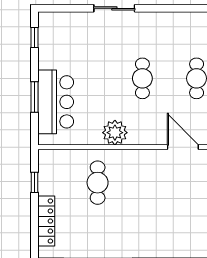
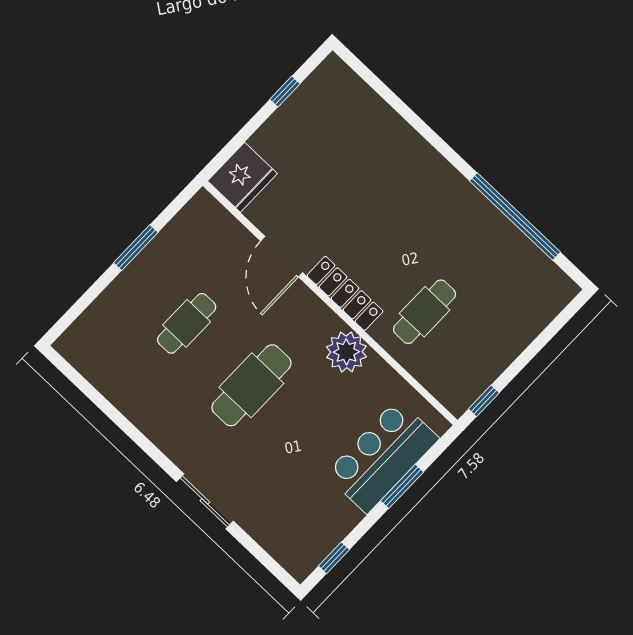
cafe table: (142, 78) -> (251, 385), width x1.37, depth x1.35
window: (35, 182) -> (484, 401), moved
locker: (46, 221) -> (345, 293), moved, turned 90

